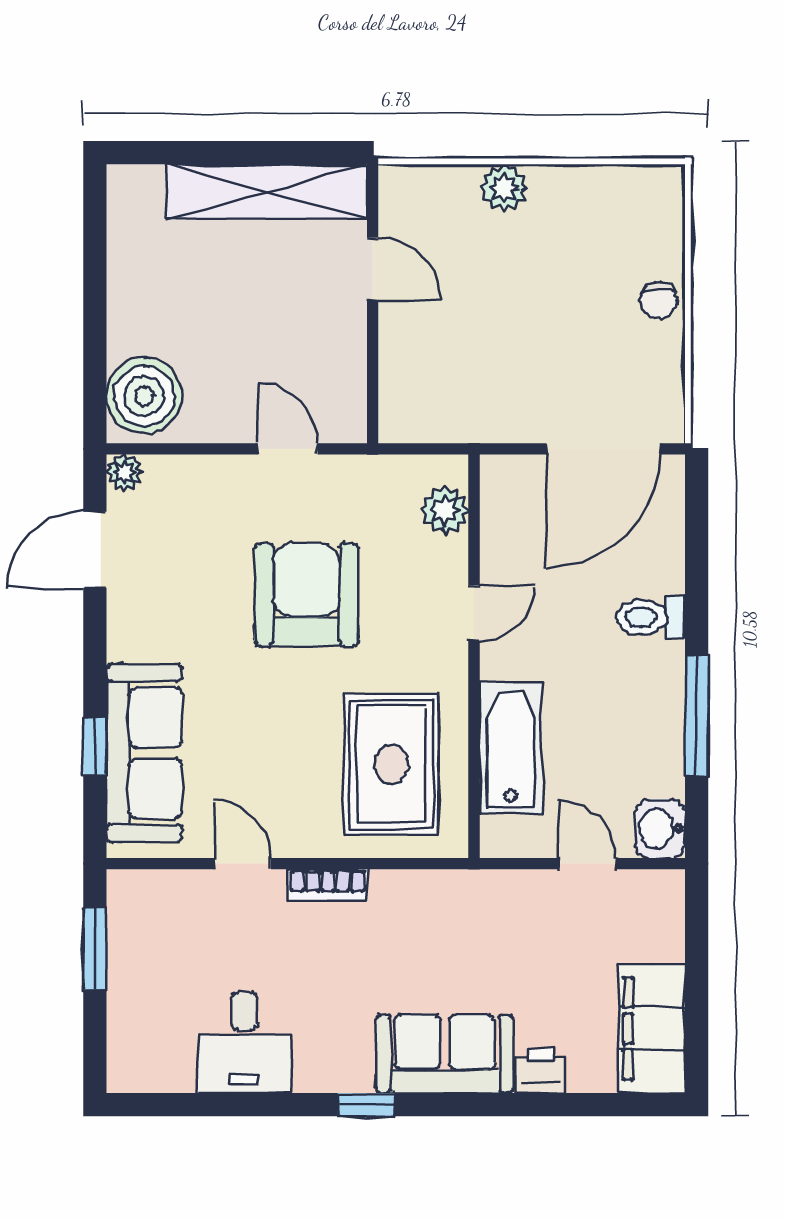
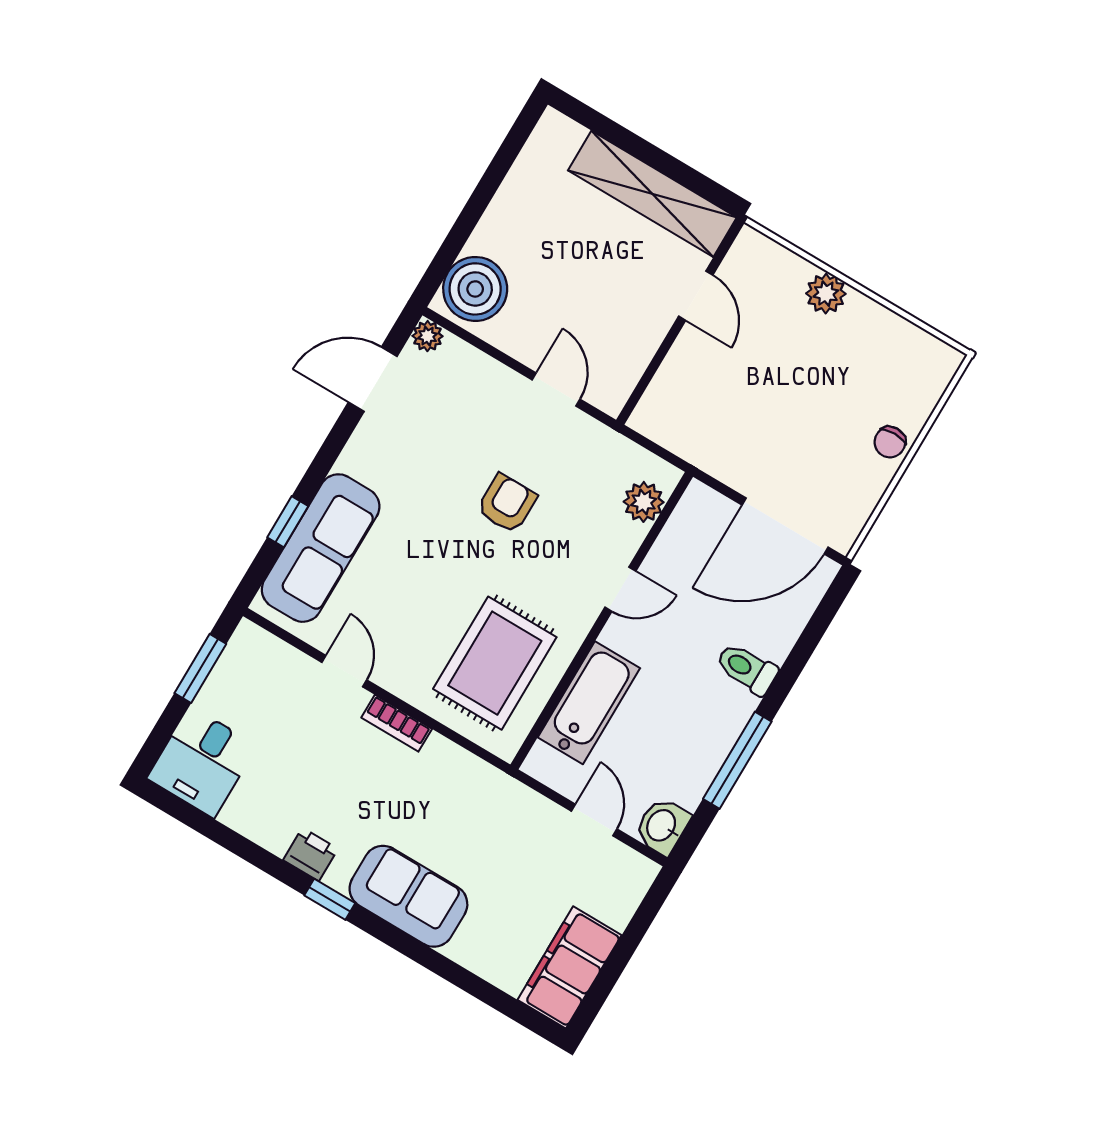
armchair: (306, 595) -> (507, 503), width x0.53, depth x0.53
desk: (244, 1043) -> (202, 762), moved
printer: (541, 1071) -> (311, 854), moved

